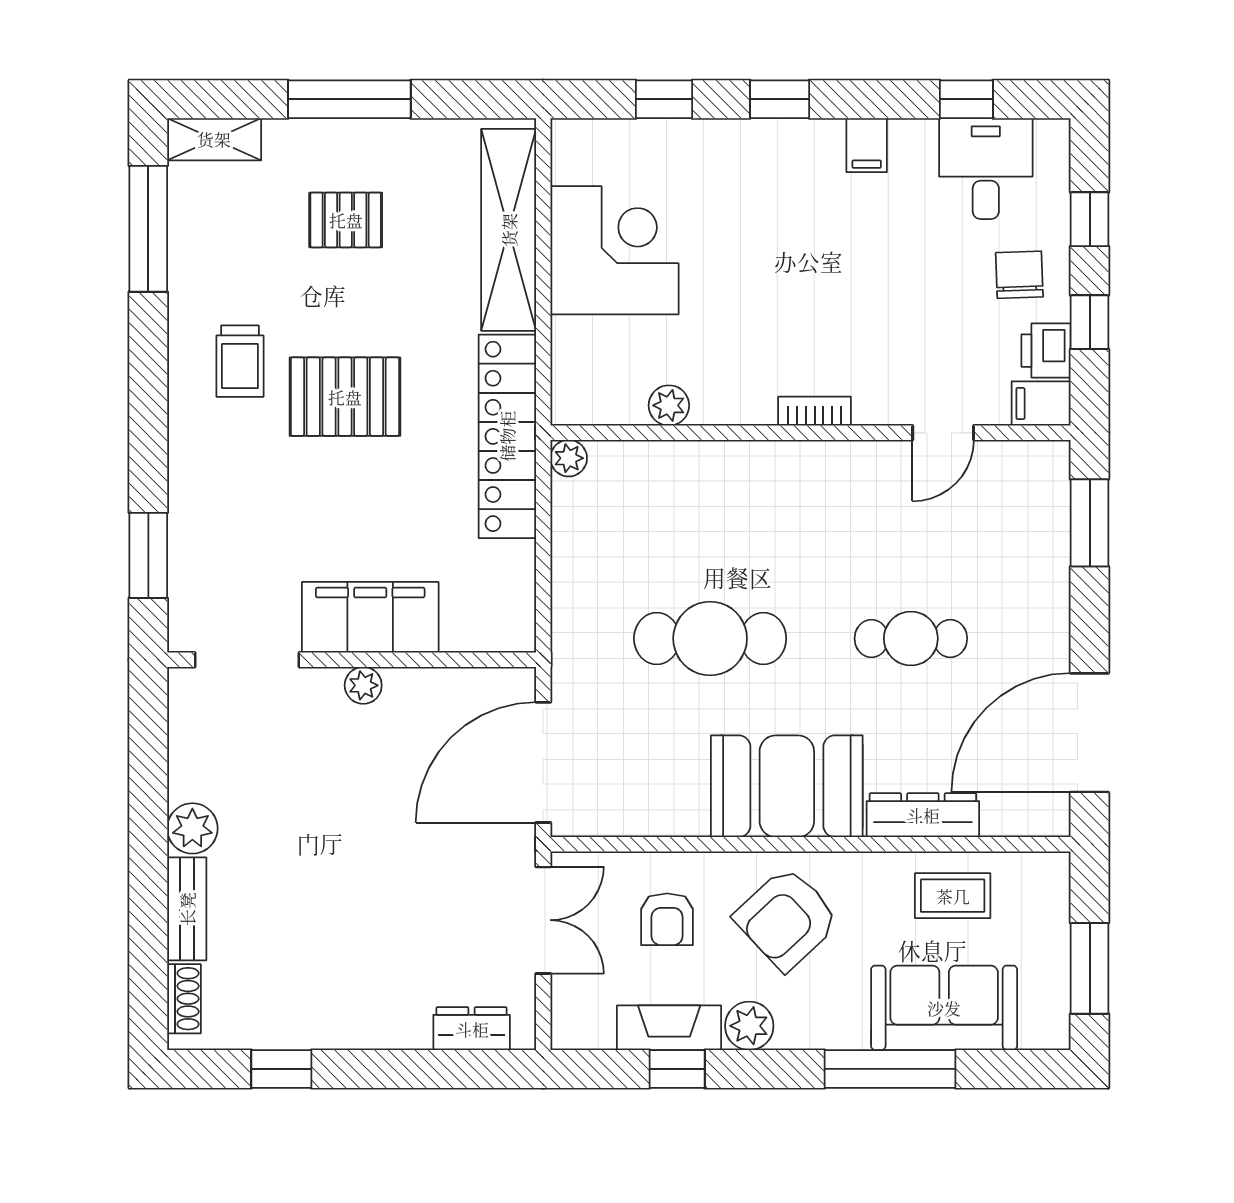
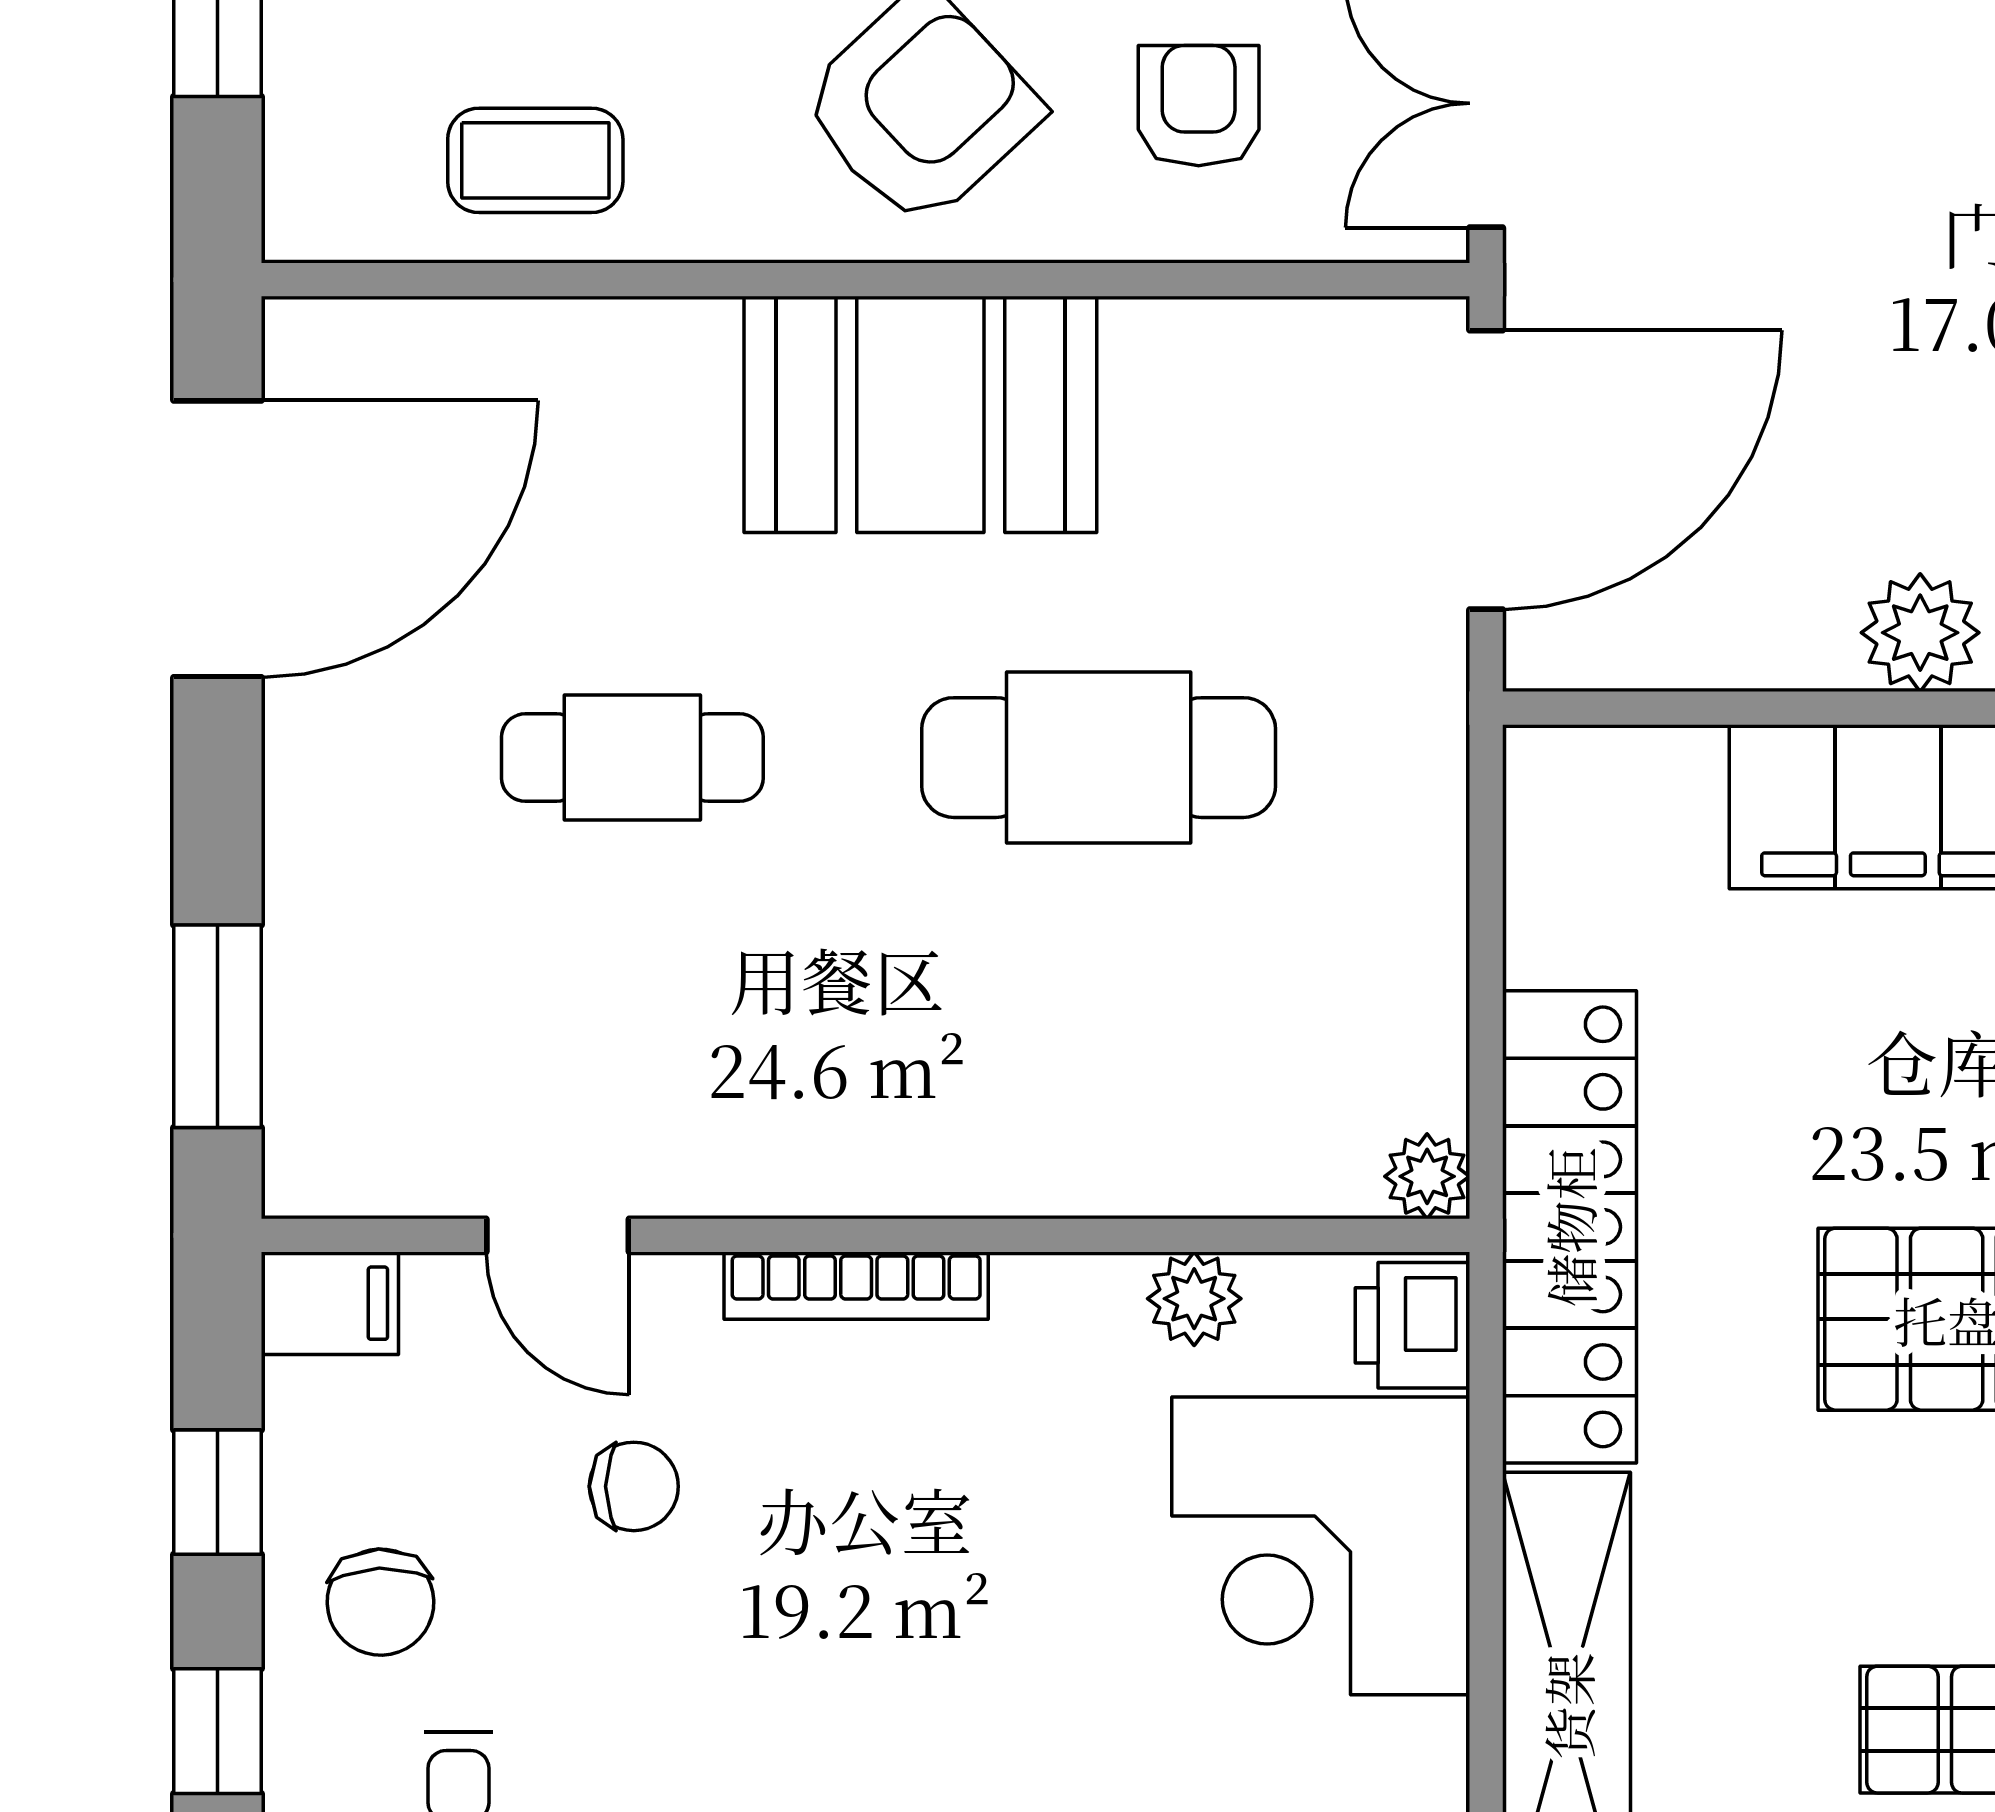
corner desk: (614, 250) -> (1321, 1546), moved
chair: (910, 325) -> (634, 1486), added
printer: (1046, 351) -> (1412, 1325), moved, turned 180
bookcase: (815, 411) -> (856, 1286), width x1.56
door: (943, 433) -> (558, 1235), swing flipped
plant: (363, 685) -> (1920, 633), width x1.38, depth x1.38
dresser: (923, 815) -> (604, 347), removed

